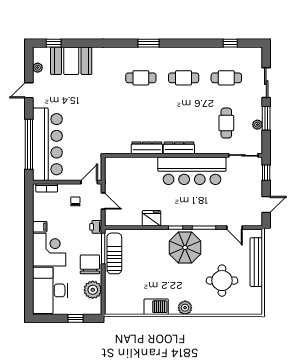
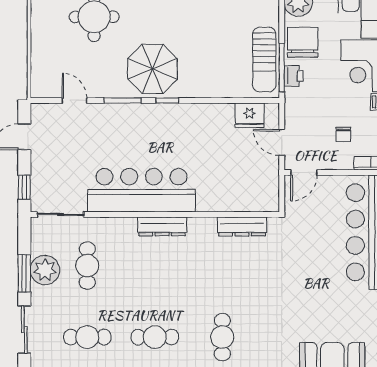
cafe table: (141, 78) -> (222, 337), turned 90
plant: (257, 125) -> (45, 270), width x1.87, depth x1.87
dresser: (147, 148) -> (242, 226), moved
chair: (75, 201) -> (343, 134), moved
fridge: (152, 218) -> (249, 115), moved
printer: (96, 227) -> (294, 76), moved
bench: (256, 262) -> (40, 46), removed
chair: (90, 264) -> (303, 42), turned 180

